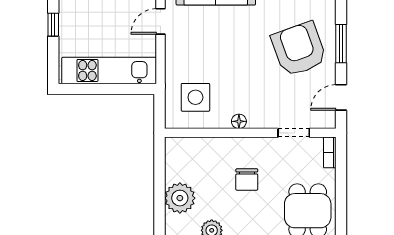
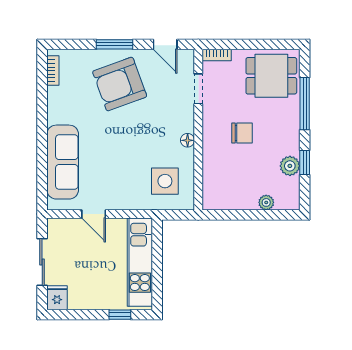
window: (53, 25) -> (120, 315), moved
plant: (180, 198) -> (266, 202), width x0.53, depth x0.53

